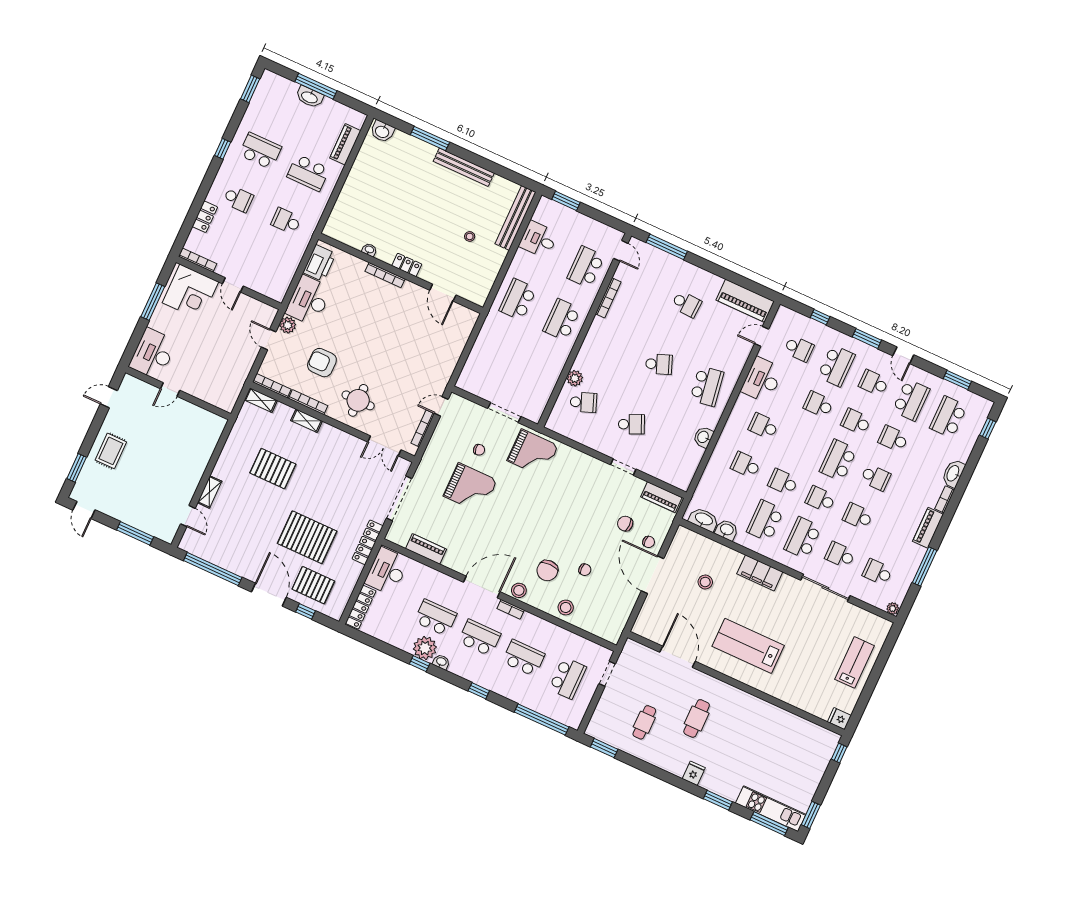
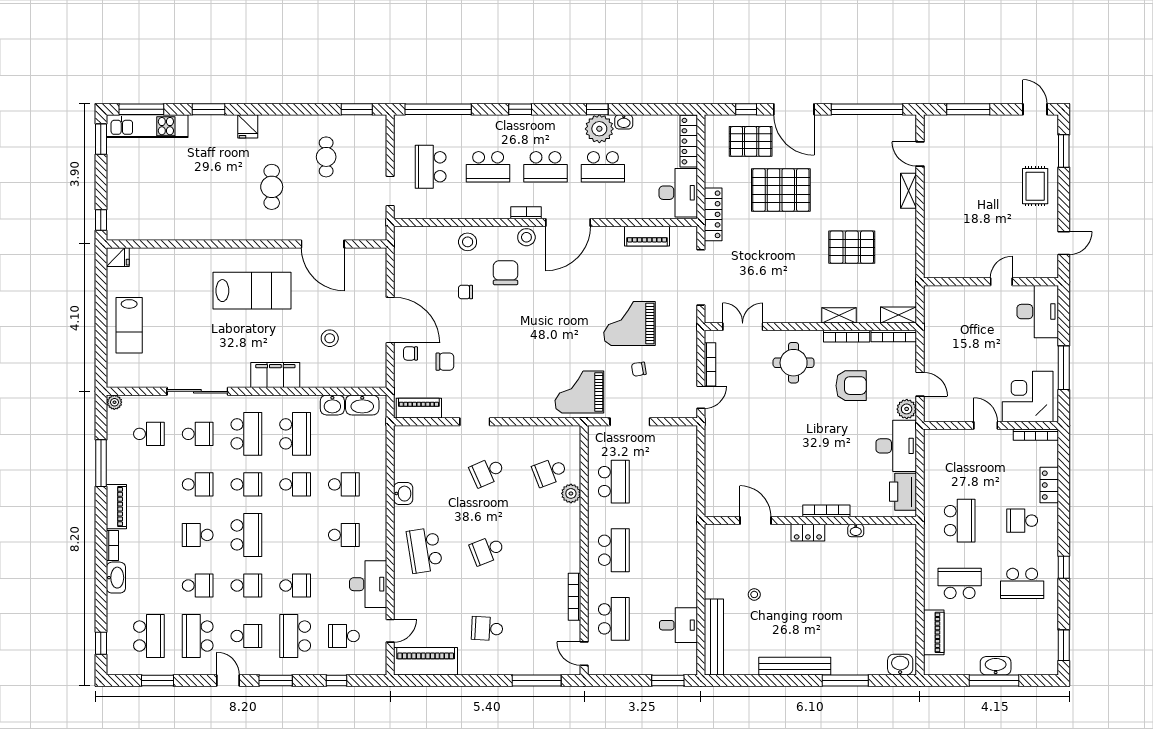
school desk: (286, 221) -> (960, 521), width x1.85
school desk: (518, 300) -> (614, 482), moved
washbasin: (441, 662) -> (624, 122), moved

